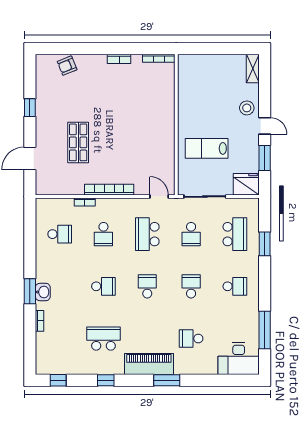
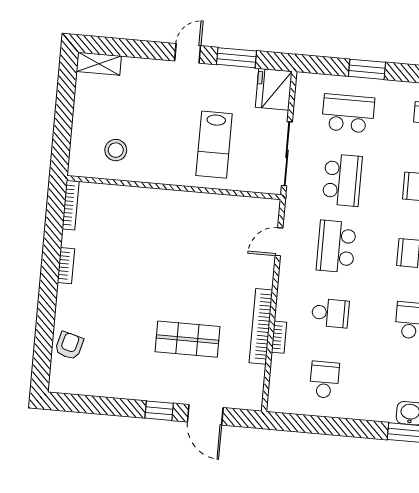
armchair: (67, 66) -> (69, 346), turned -143
window: (30, 108) -> (159, 411), moved
stool: (247, 108) -> (116, 150), moved
bookcase: (109, 190) -> (261, 326), moved
door: (159, 197) -> (279, 242), moved
school desk: (147, 234) -> (336, 247), turned 90
school desk: (191, 234) -> (342, 180), width x1.85

